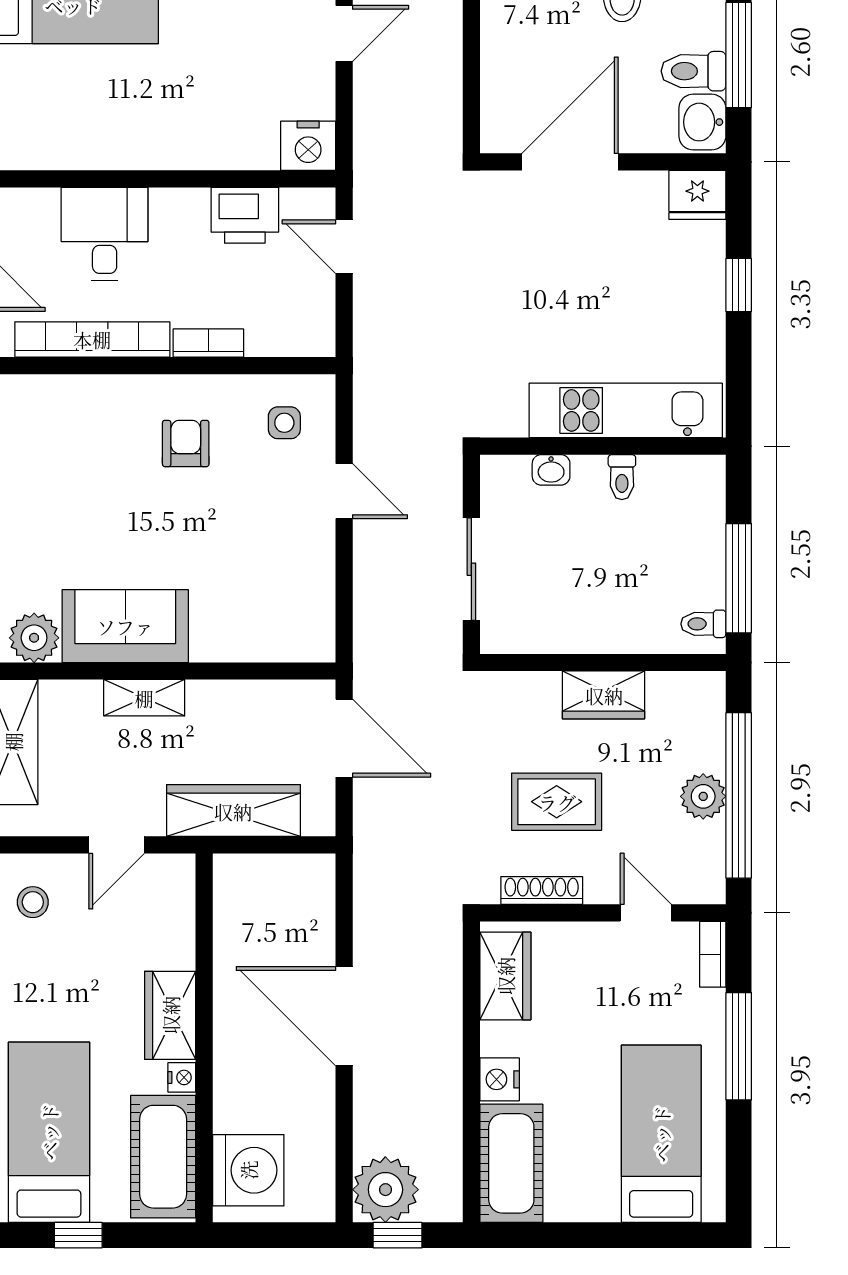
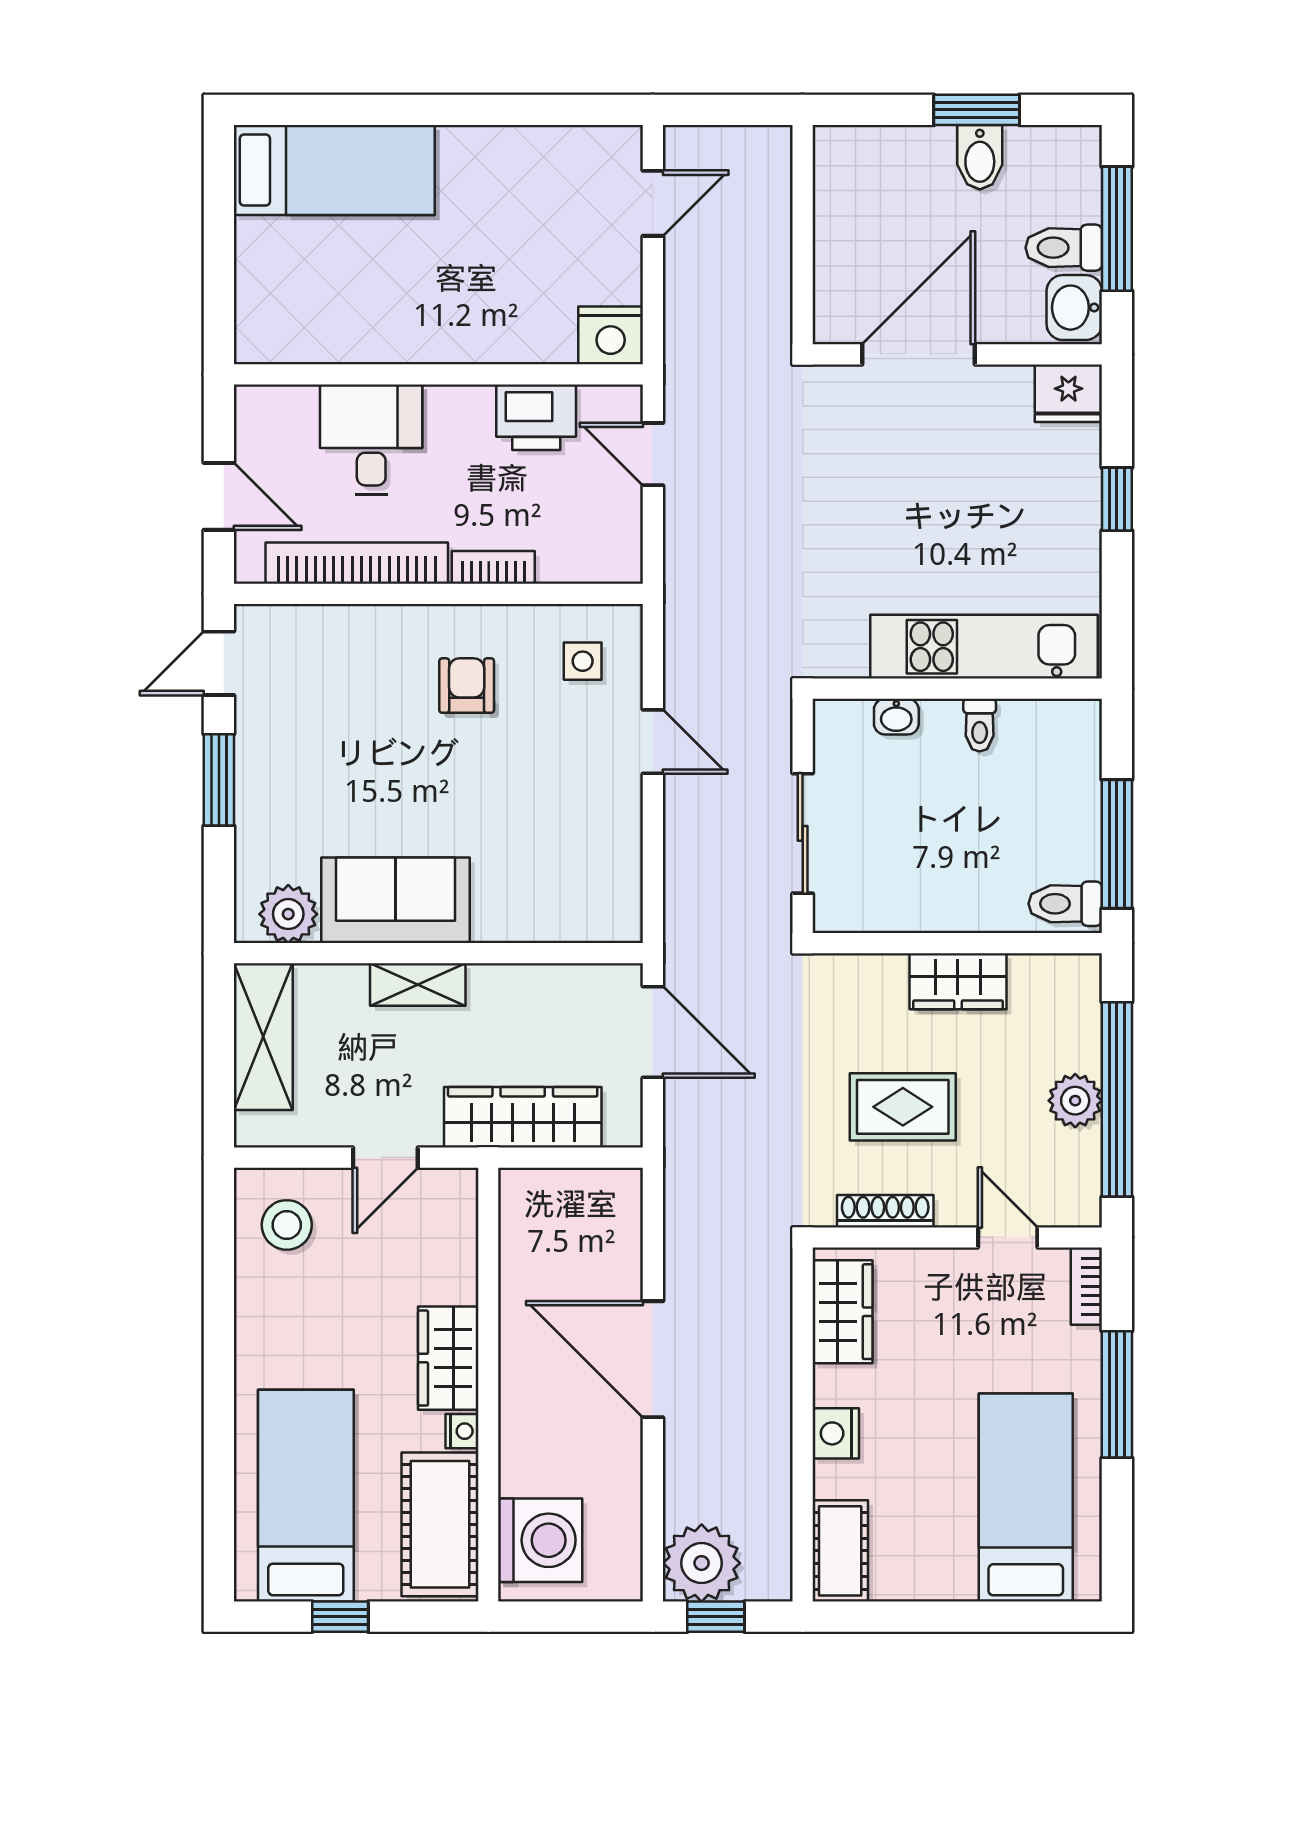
toilet: (703, 624) -> (1065, 904), width x1.37, depth x1.39
stool: (33, 902) -> (287, 1225), width x1.37, depth x1.37
cot: (511, 1163) -> (840, 1551), width x0.73, depth x0.75

